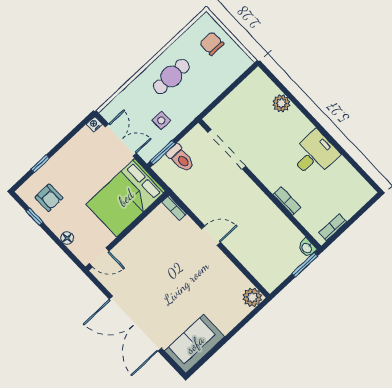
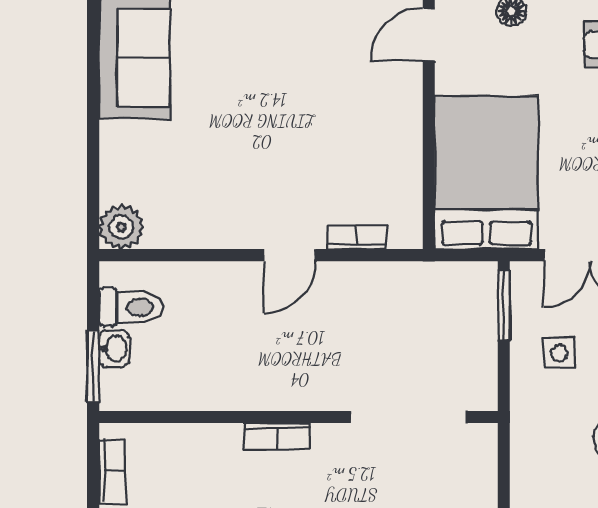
toilet: (181, 158) -> (131, 307), moved, turned 180
bookcase: (287, 201) -> (277, 436), moved
bookcase: (174, 208) -> (357, 237), moved
washbasin: (307, 248) -> (114, 348), moved, turned 90

